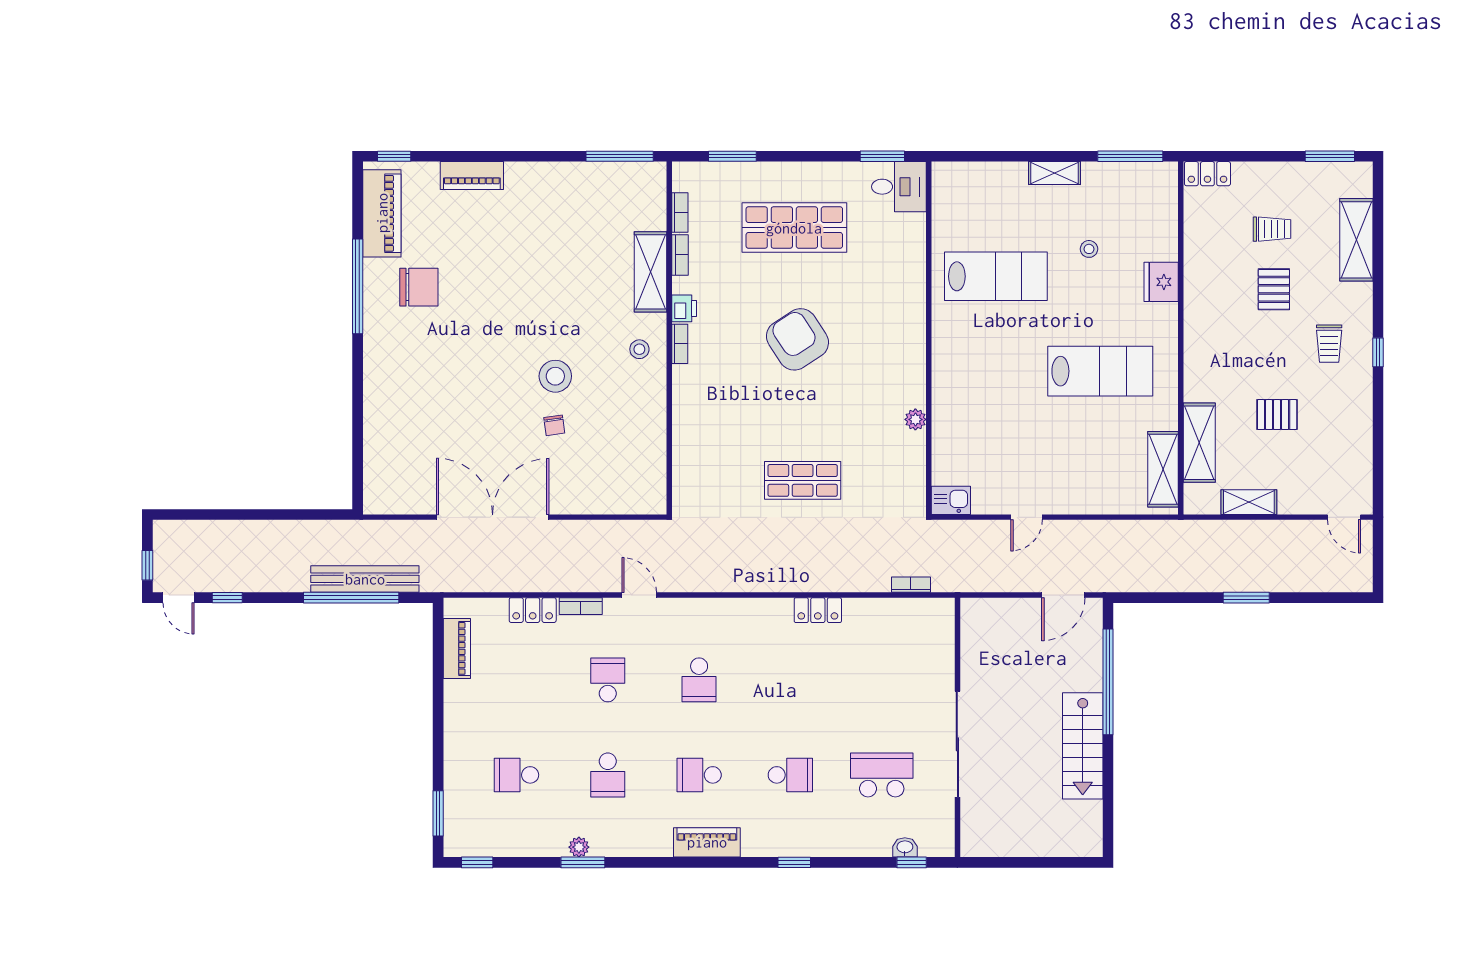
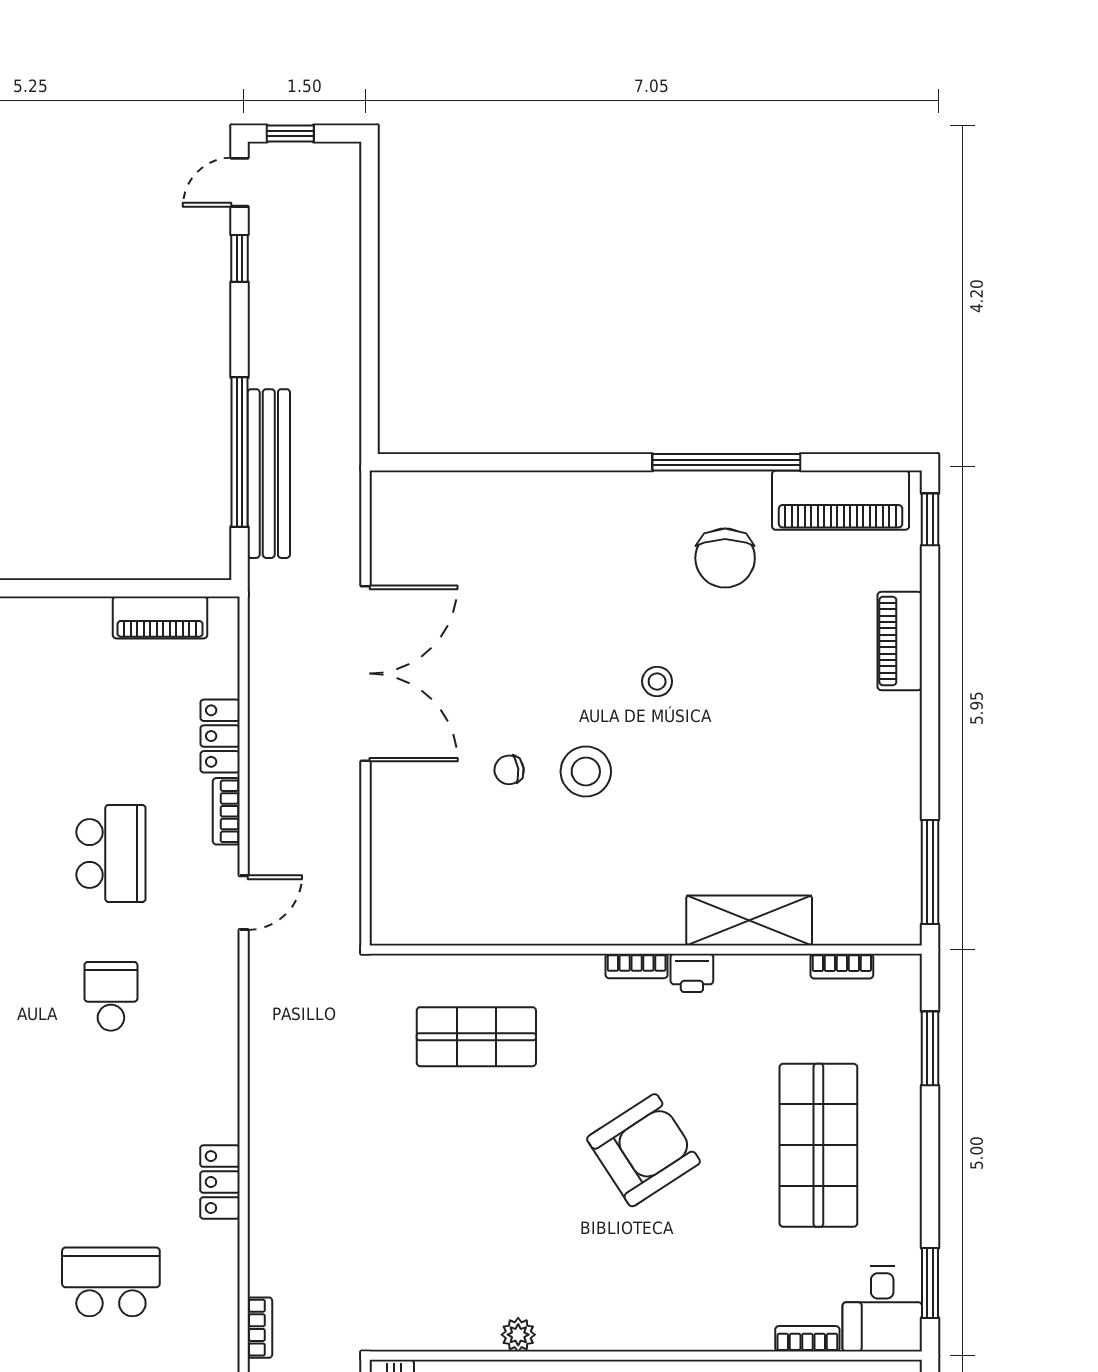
bookcase: (680, 255) -> (807, 1339), moved, turned 180
stool: (639, 349) -> (657, 681), moved
shop shelf: (803, 480) -> (476, 1037), moved, turned 90
school desk: (608, 680) -> (111, 853), width x1.85
school desk: (699, 680) -> (111, 996), turned 90
school desk: (882, 680) -> (111, 1282), added

